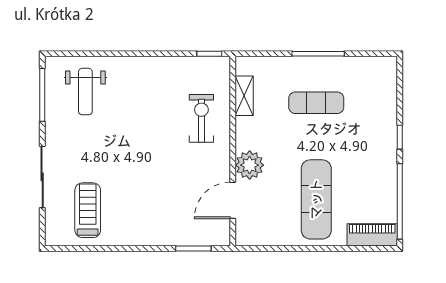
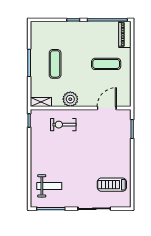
shelving: (244, 96) -> (41, 102), moved
plant: (250, 165) -> (70, 99), moved
exercise mat: (316, 199) -> (106, 64), width x0.73, depth x0.69
door: (233, 200) -> (107, 108), swing flipped

